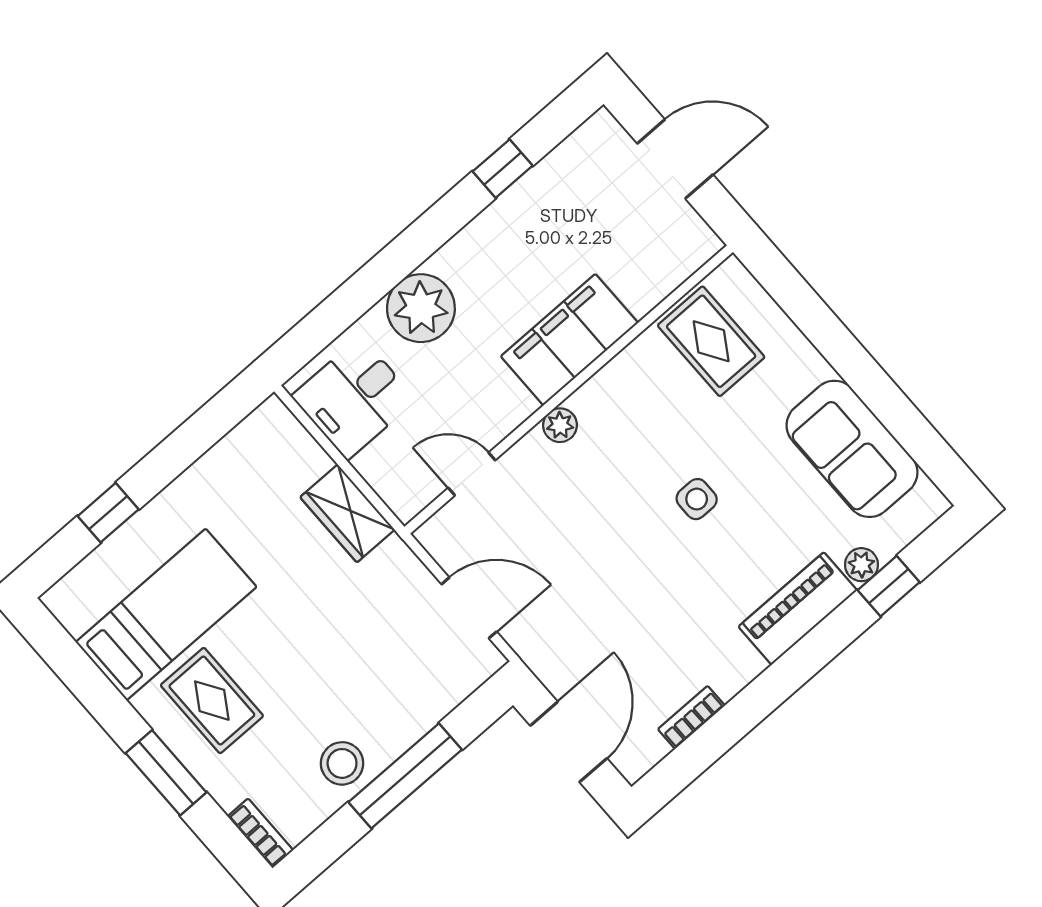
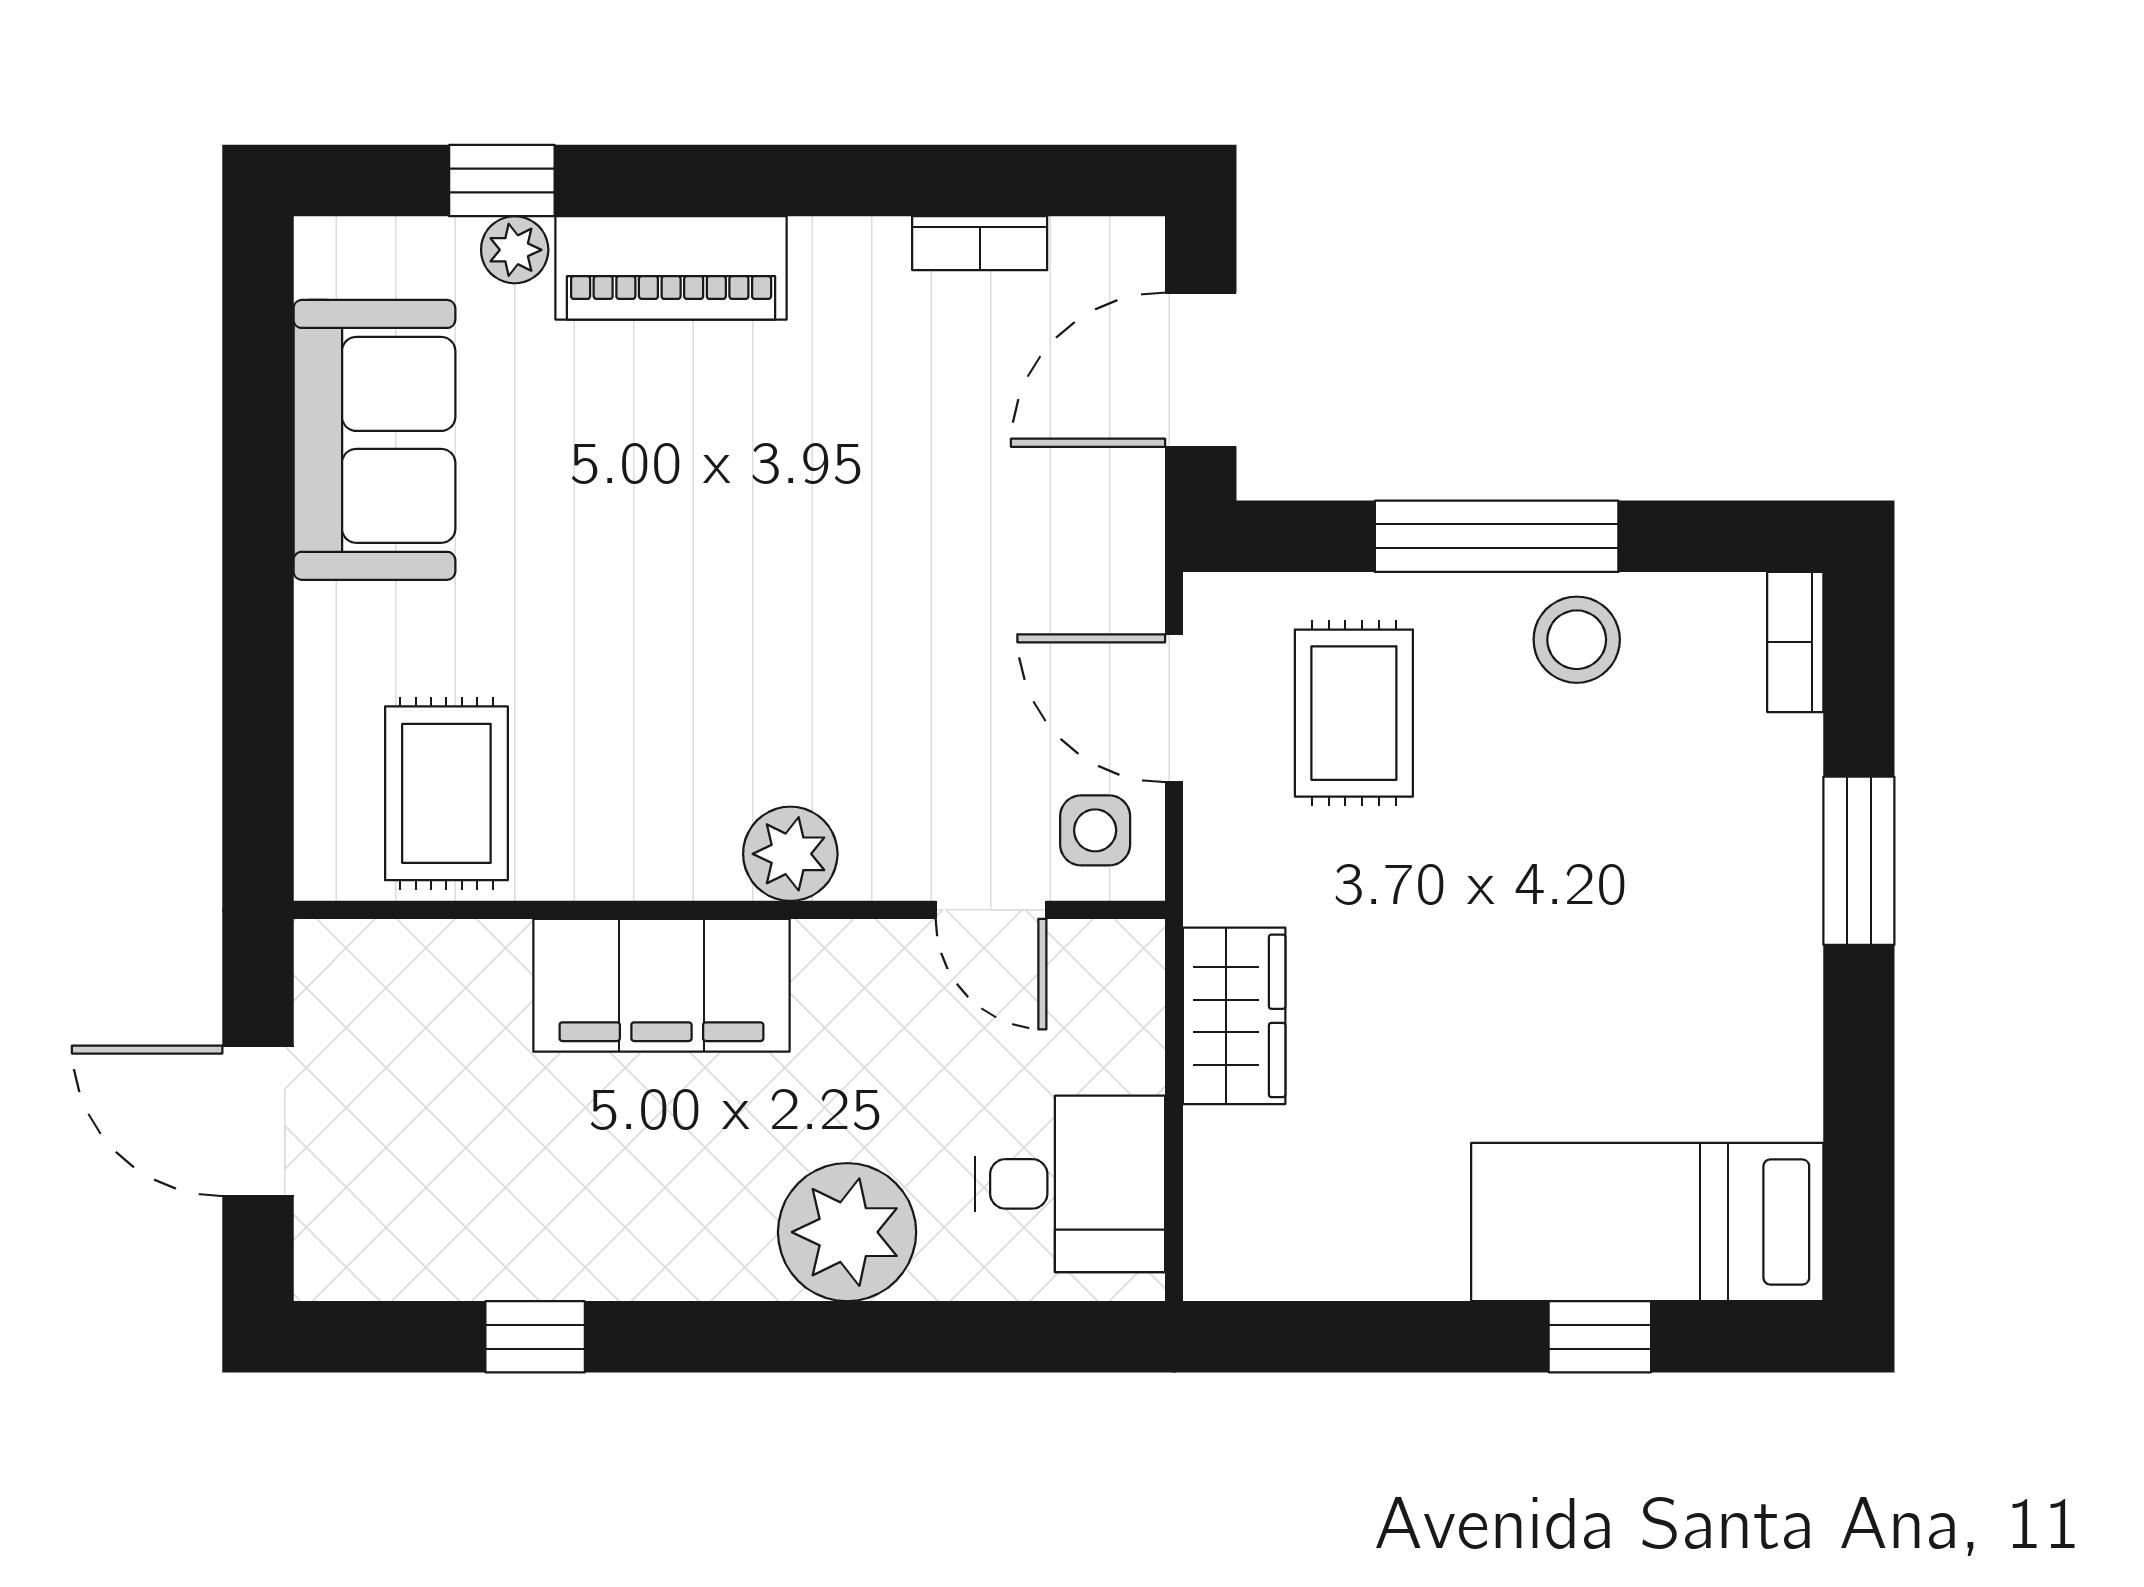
plant: (560, 425) -> (790, 854), width x1.38, depth x1.38
side table: (697, 499) -> (1095, 830), moved
bed: (166, 614) -> (1647, 1222), moved
rug: (212, 701) -> (1354, 713), moved

